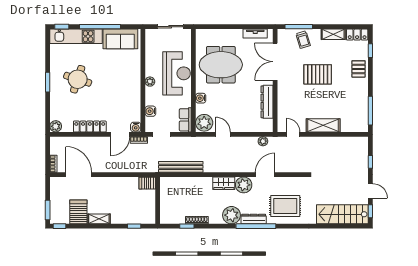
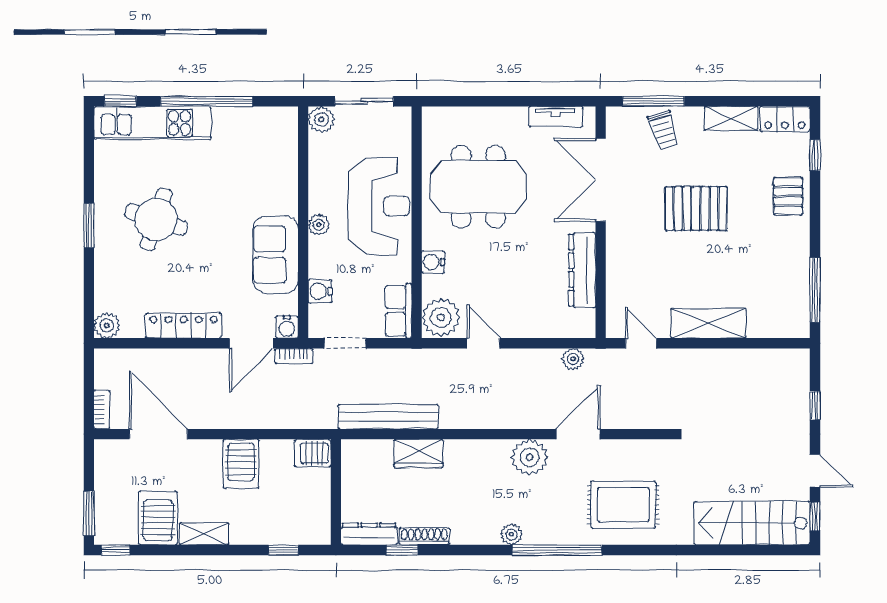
plant: (151, 35) -> (321, 119), added
sofa: (120, 39) -> (276, 255), moved, turned 90
wardrobe: (224, 183) -> (418, 453), moved
server rack: (115, 188) -> (241, 464), added
plant: (231, 215) -> (511, 534), width x0.53, depth x0.53
dresser: (254, 219) -> (369, 534), moved

